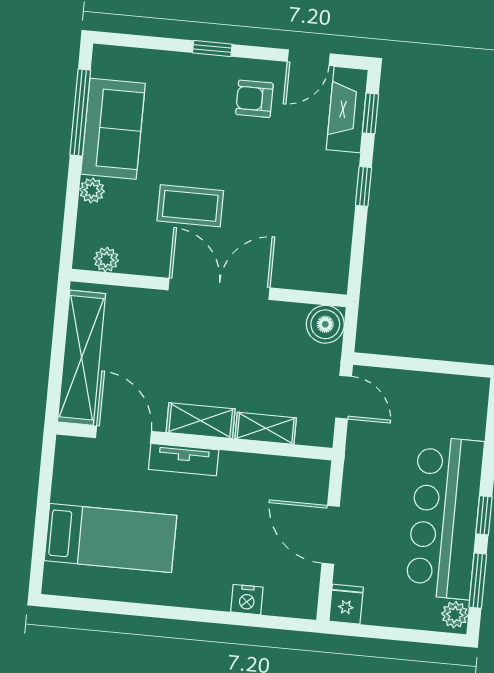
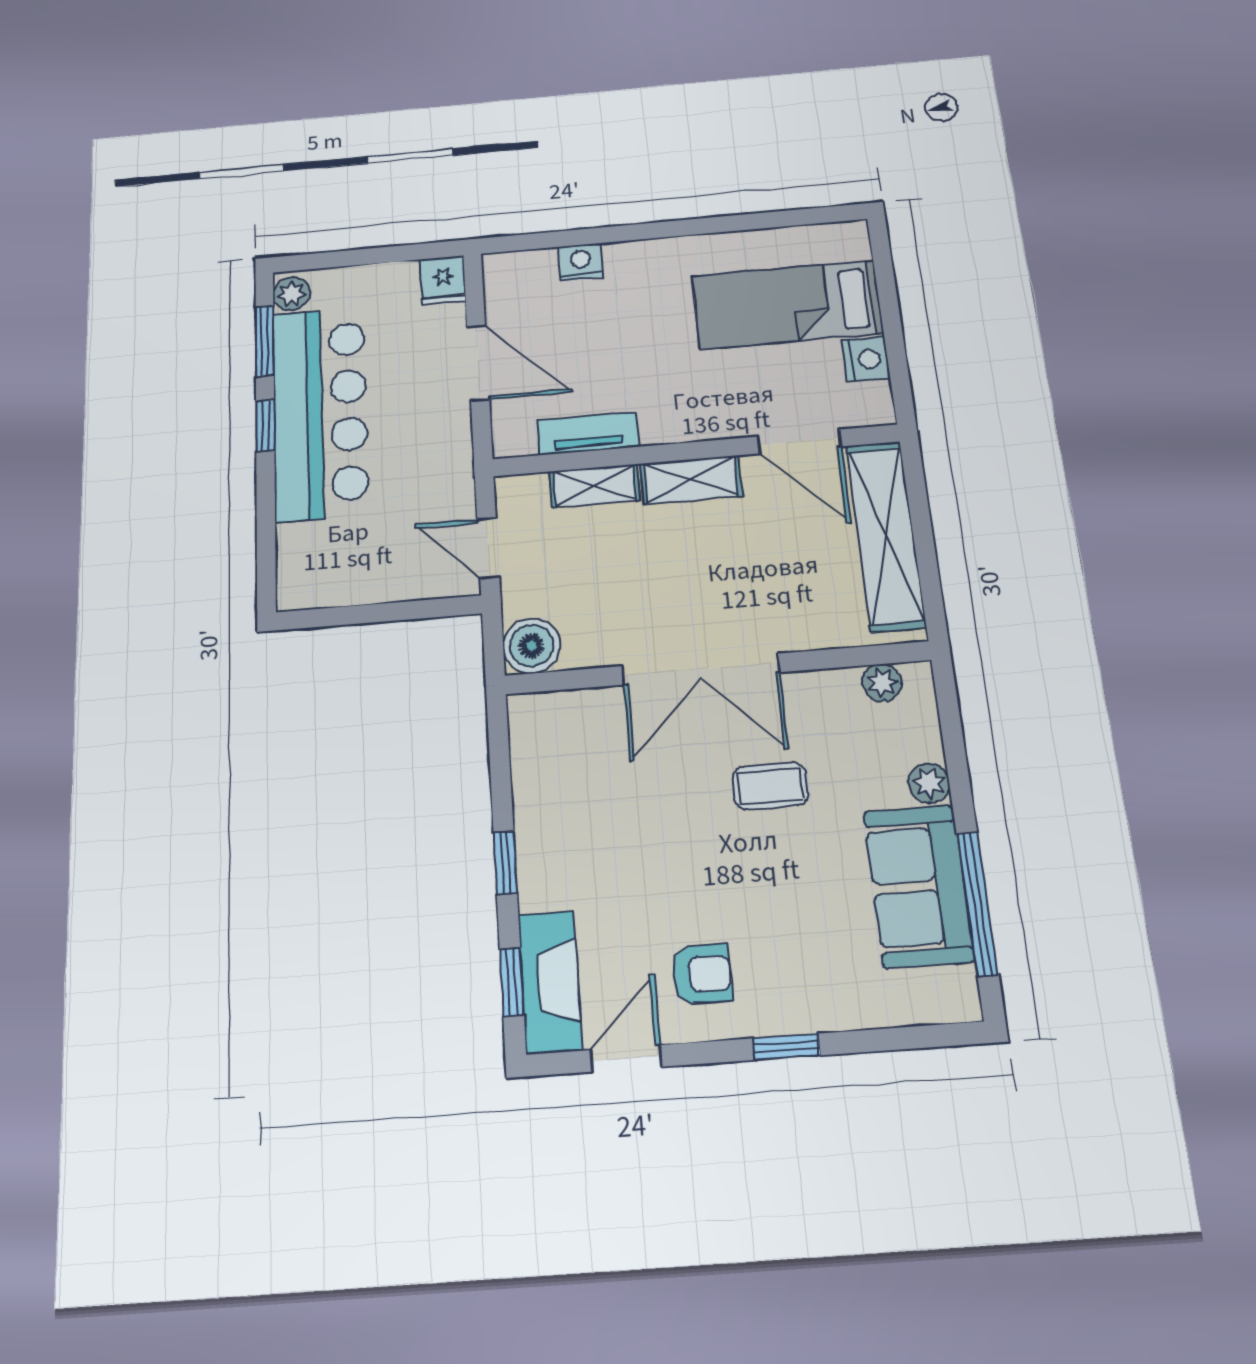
coffee table: (190, 206) -> (770, 786), width x0.73, depth x0.77
tv unit: (184, 460) -> (588, 434), moved
nightstand: (66, 486) -> (866, 359), added

